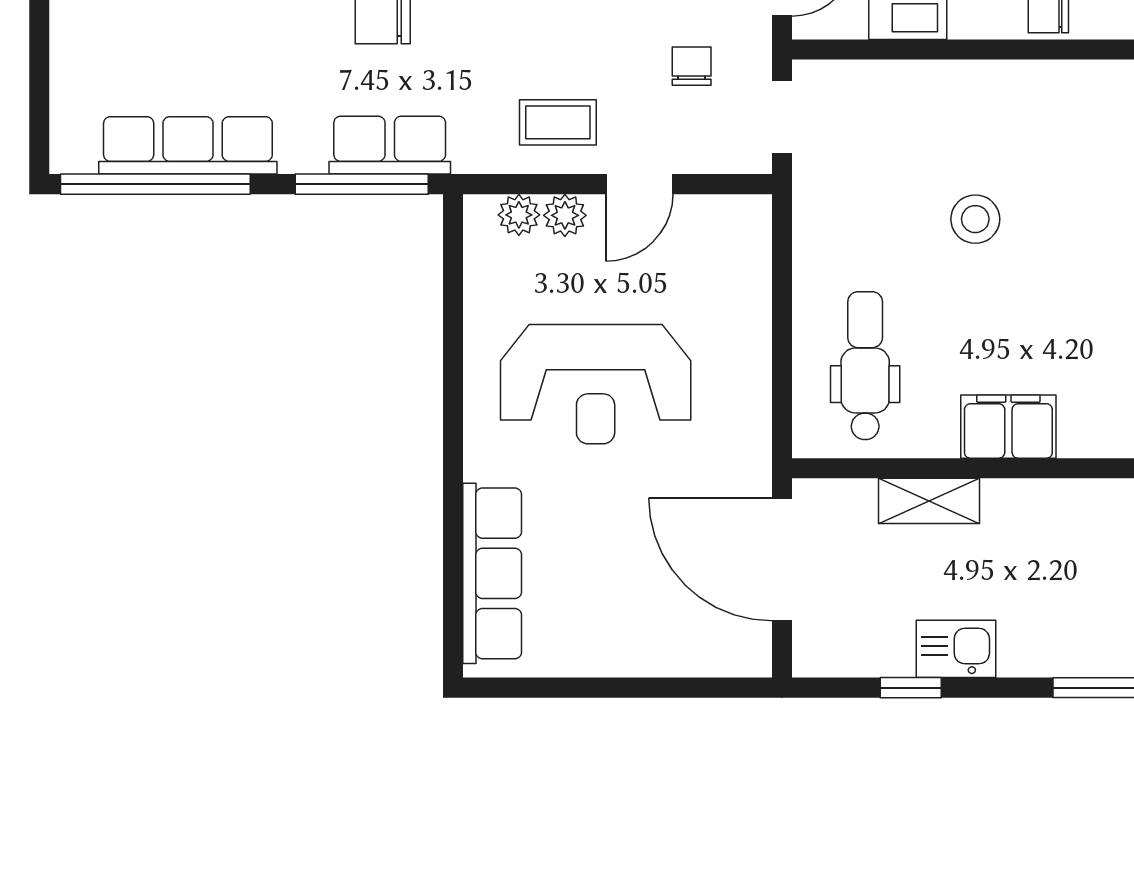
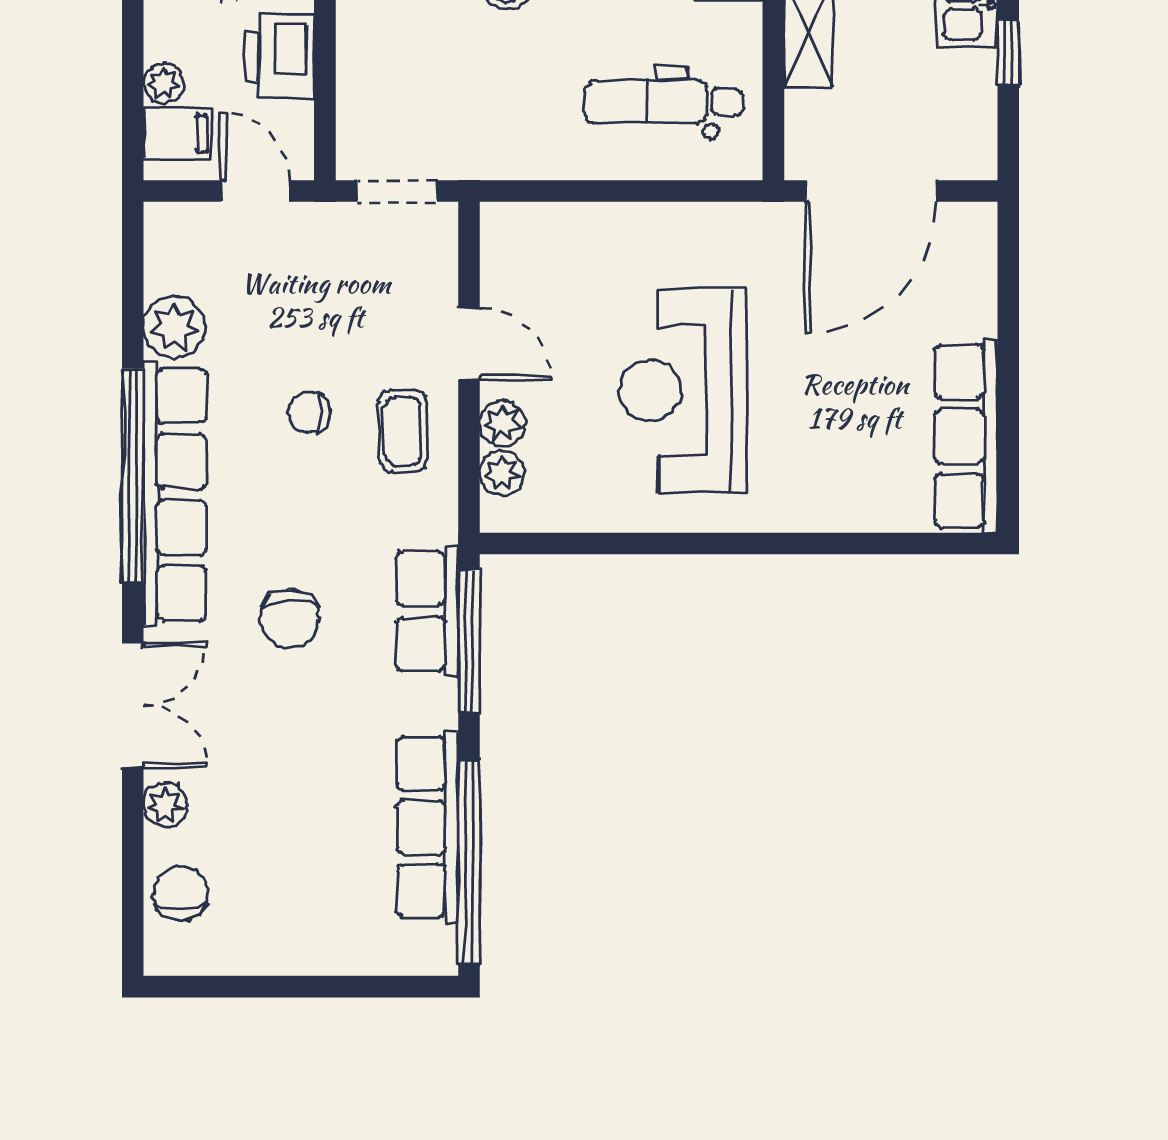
chair: (692, 66) -> (309, 413), moved
reception desk: (596, 384) -> (683, 391), turned 180
row of seats: (492, 573) -> (966, 436), moved, turned -90

